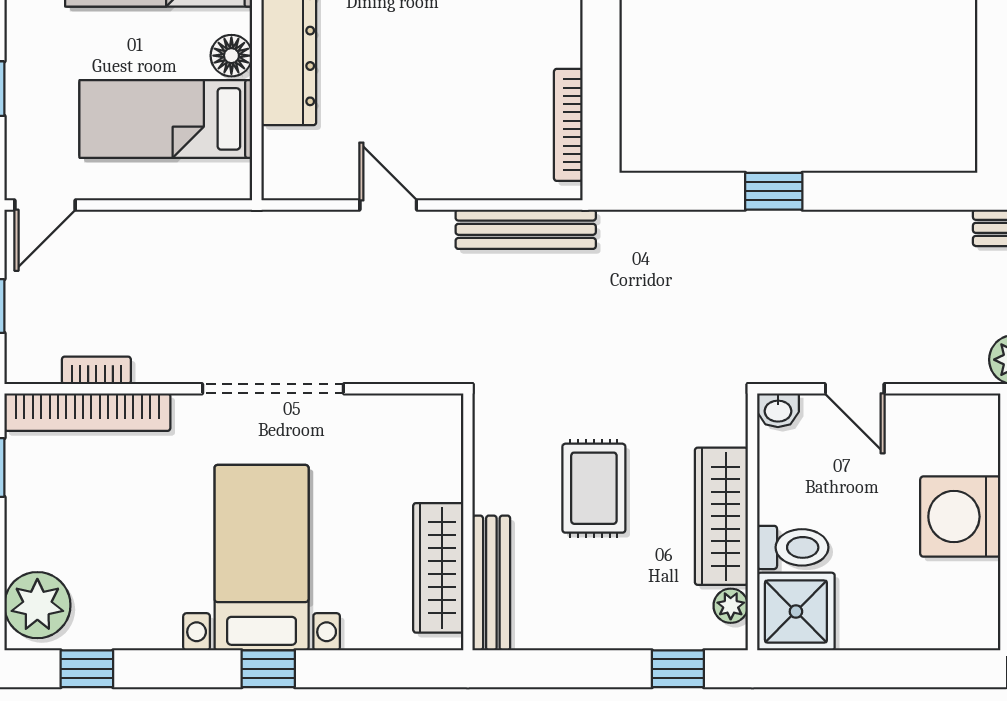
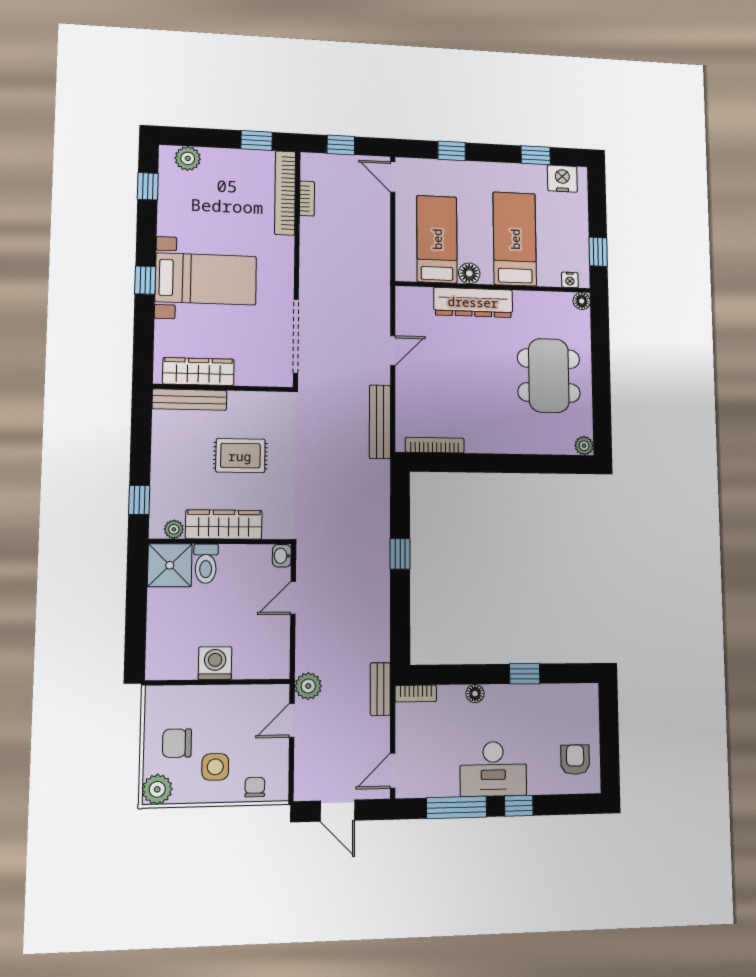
doorway: (273, 389) -> (296, 336), moved
washing machine: (960, 517) -> (215, 663), width x0.73, depth x0.73
plant: (37, 605) -> (188, 158), width x0.73, depth x0.73

